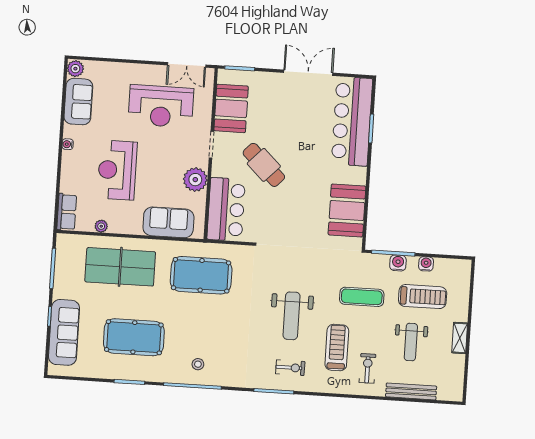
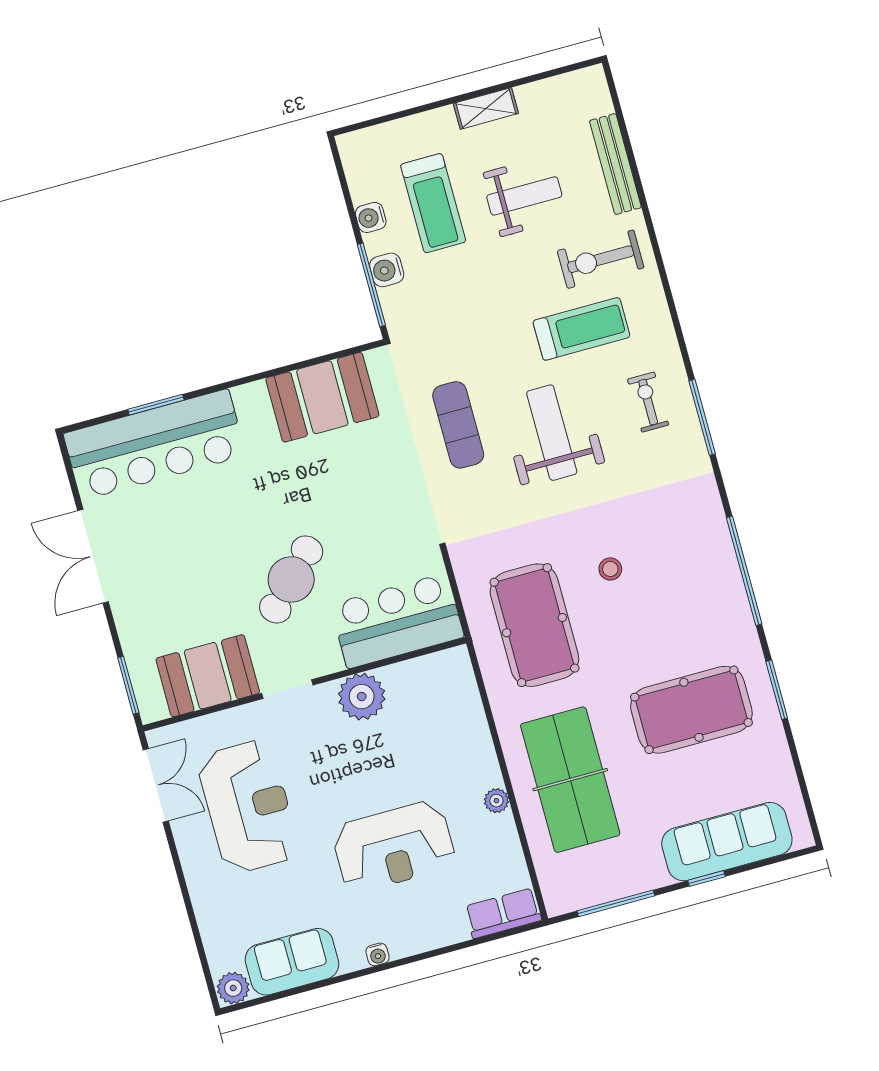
sofa: (168, 222) -> (458, 719), removed
plant: (101, 226) -> (496, 801), moved
exercise mat: (362, 297) -> (458, 425), moved
treadmill: (423, 297) -> (433, 203), turned 180
weight bench: (292, 316) -> (552, 433), turned -90
pool table: (134, 337) -> (691, 710), turned 90
treadmill: (337, 348) -> (582, 329), turned 180
stool: (198, 364) -> (610, 569), moved
exercise bike: (367, 368) -> (601, 259), width x1.38, depth x1.39

